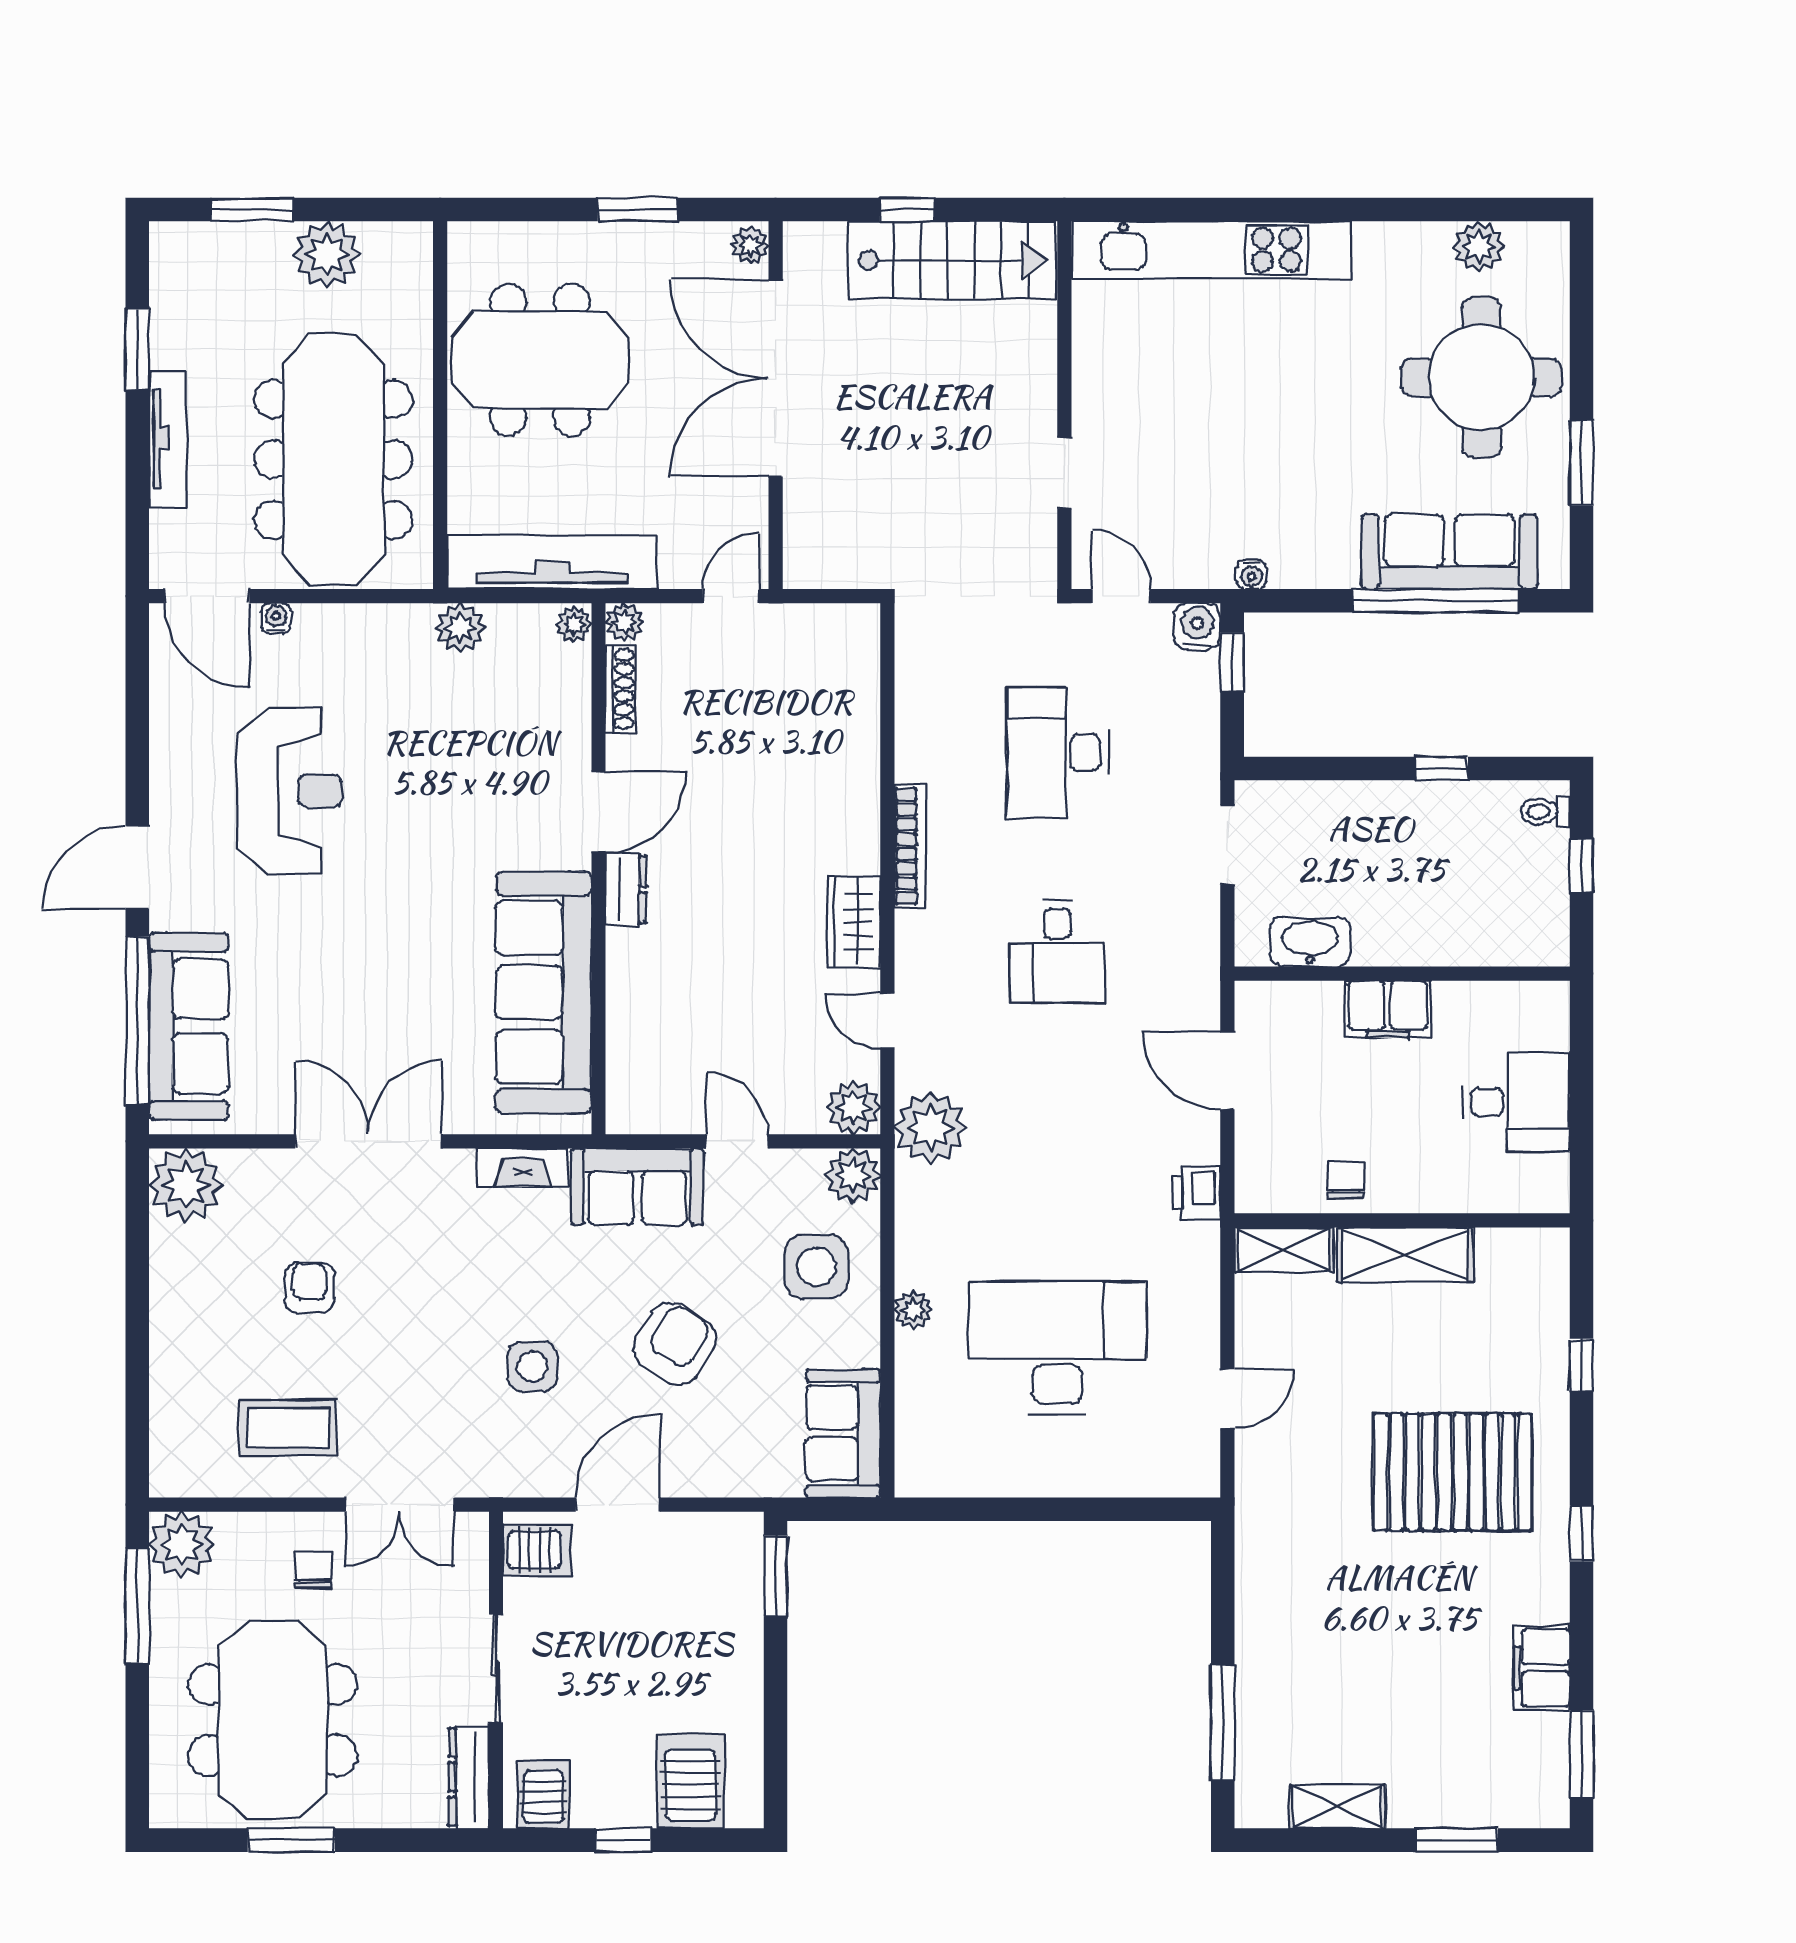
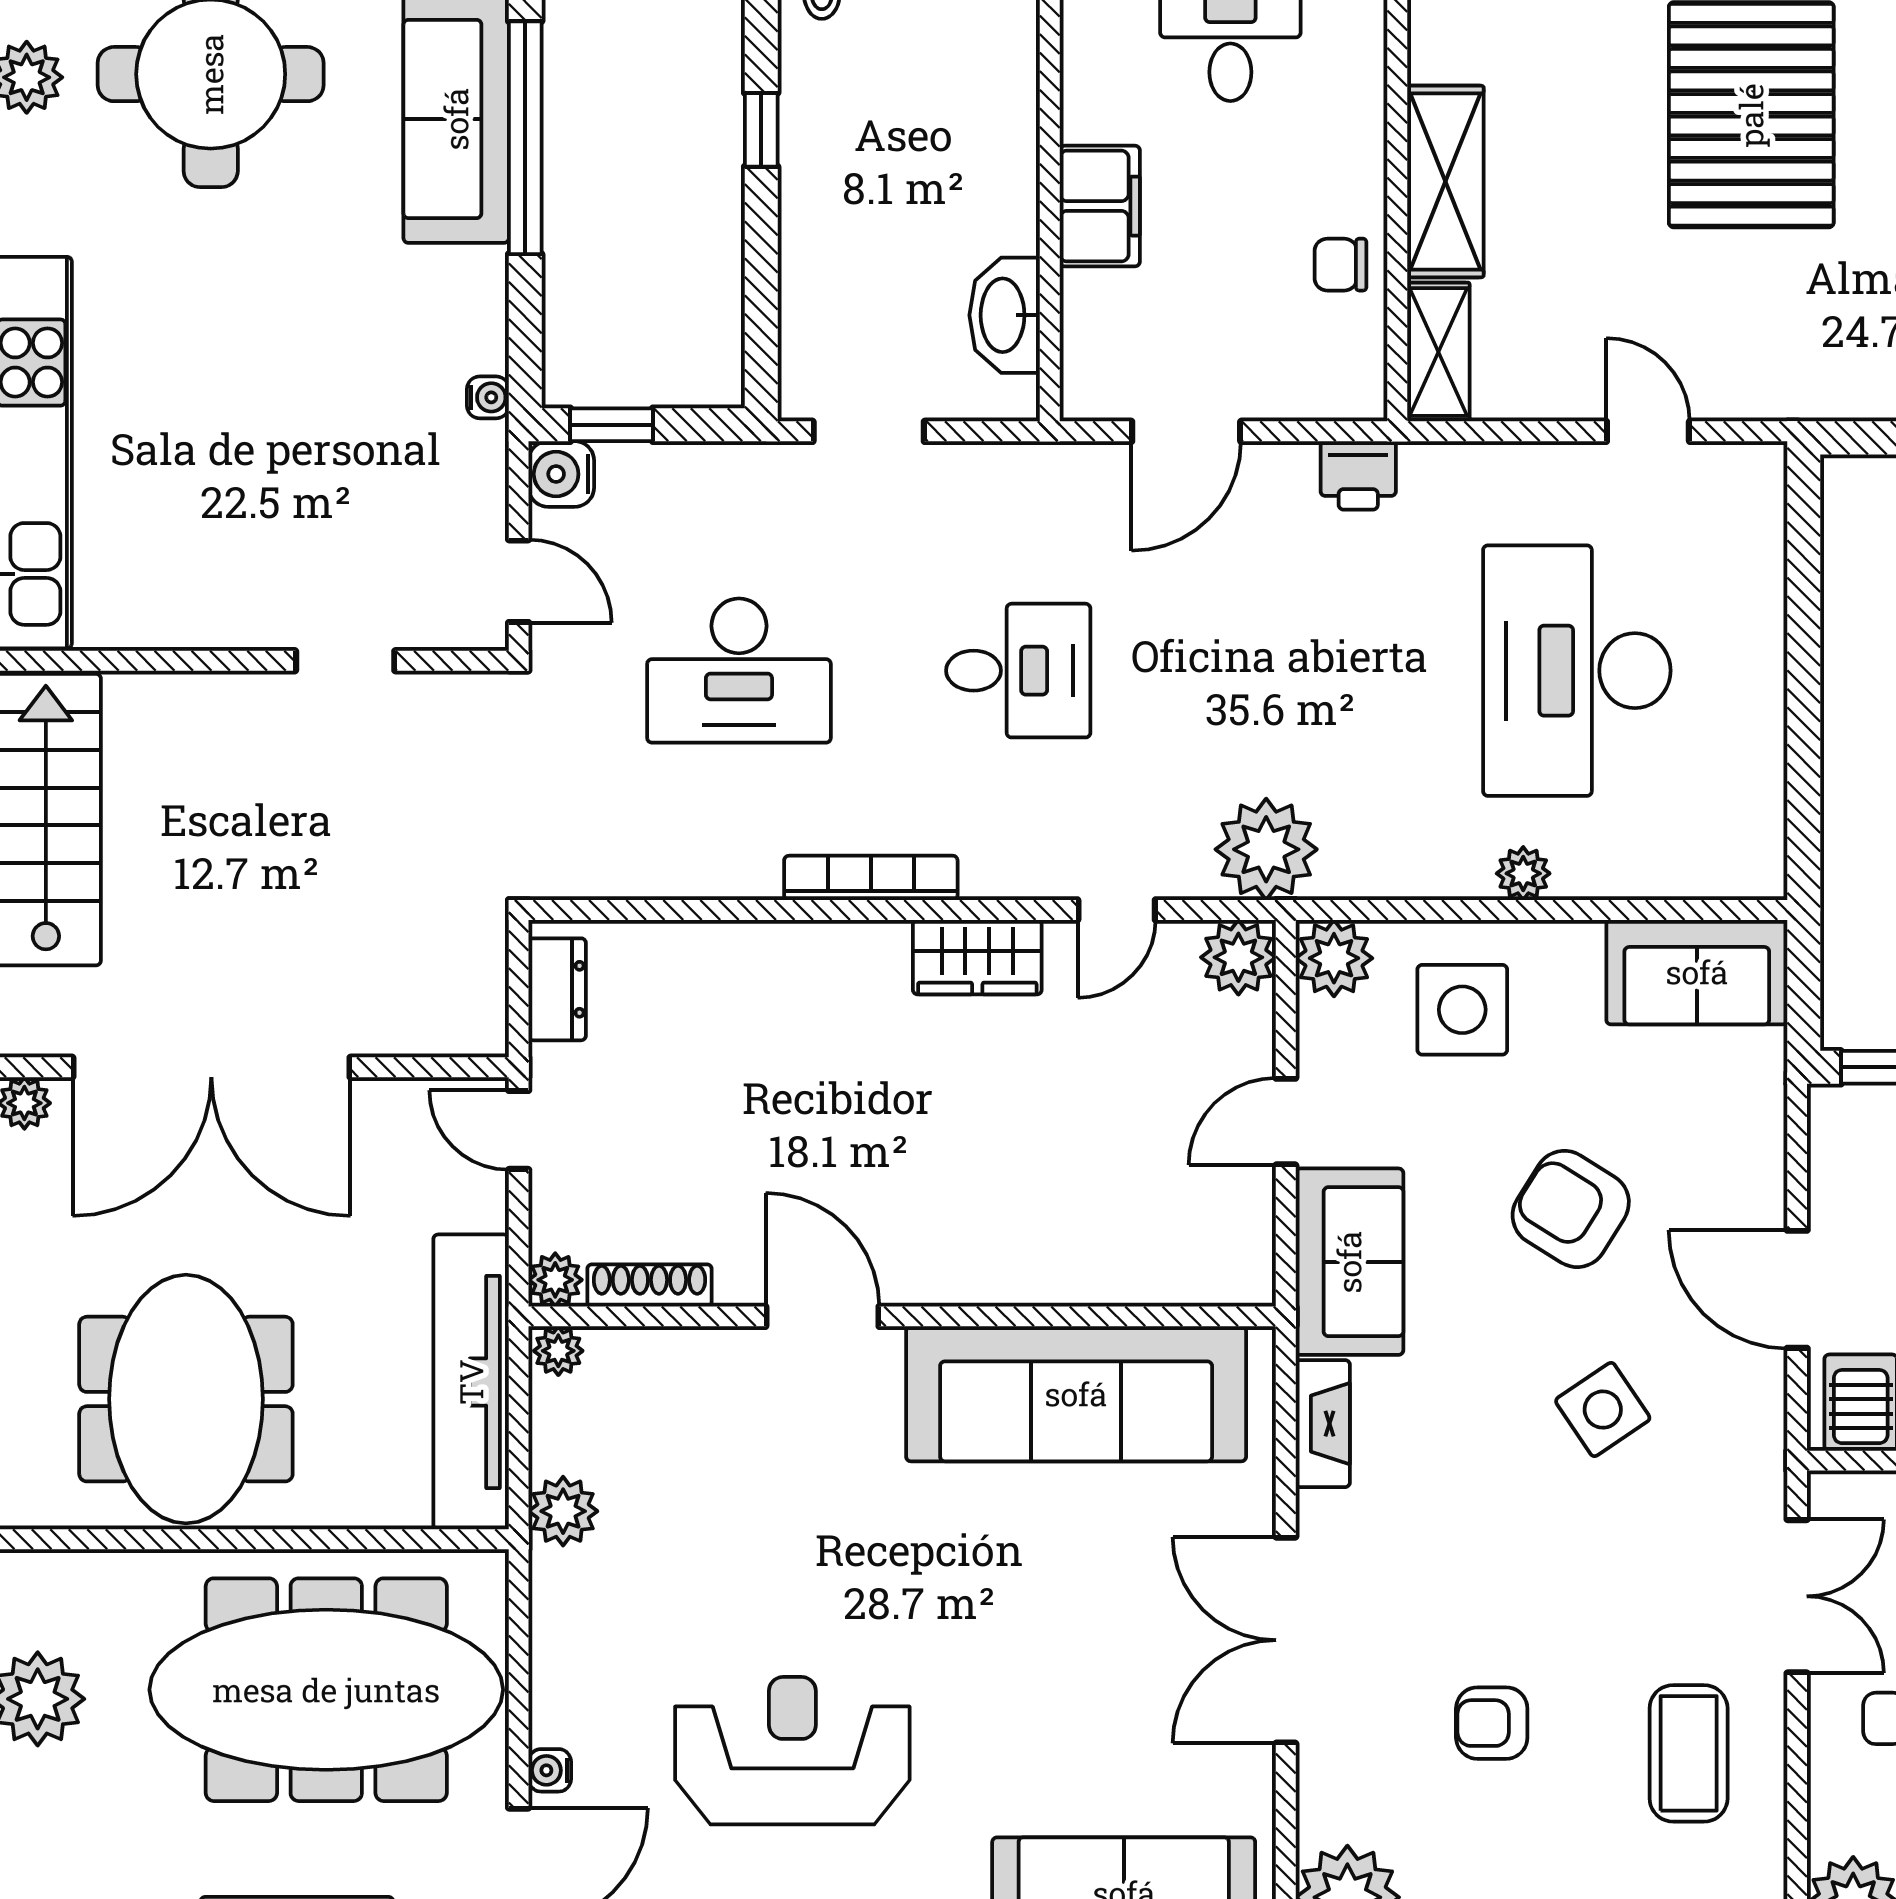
door: (1121, 596) -> (519, 581), swing flipped
dresser: (626, 889) -> (557, 989), moved, turned 90
side table: (532, 1367) -> (1603, 1410), turned -34

